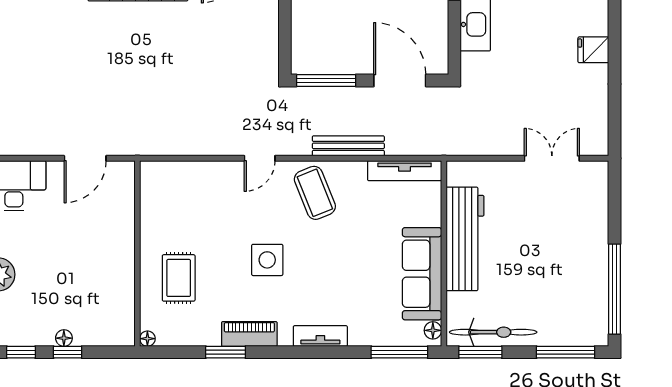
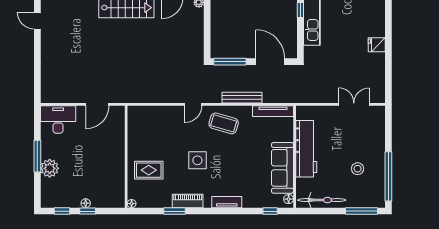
coffee table: (315, 193) -> (224, 123), turned -52
stool: (558, 275) -> (358, 169), added
rug: (179, 278) -> (149, 170), turned 90
window: (399, 352) -> (270, 211), width x0.46
window: (480, 352) -> (315, 211), removed

